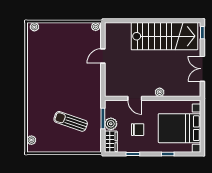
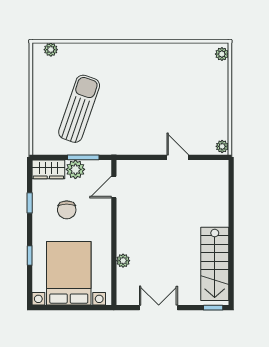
stairs: (164, 36) -> (215, 264), width x0.73, depth x0.66
plant: (160, 92) -> (123, 261), moved
door: (135, 98) -> (114, 187), moved
sun lounger: (71, 121) -> (79, 109), width x1.36, depth x1.34

